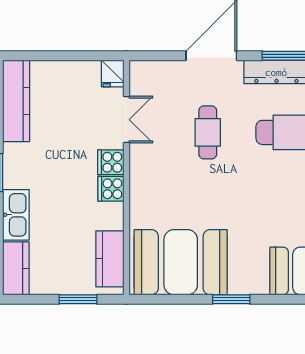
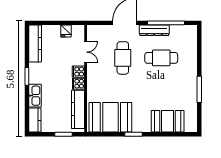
fridge: (113, 74) -> (66, 31), moved
cafe table: (208, 132) -> (123, 58), width x1.37, depth x1.35
kitchen counter: (110, 259) -> (78, 109), width x1.50

